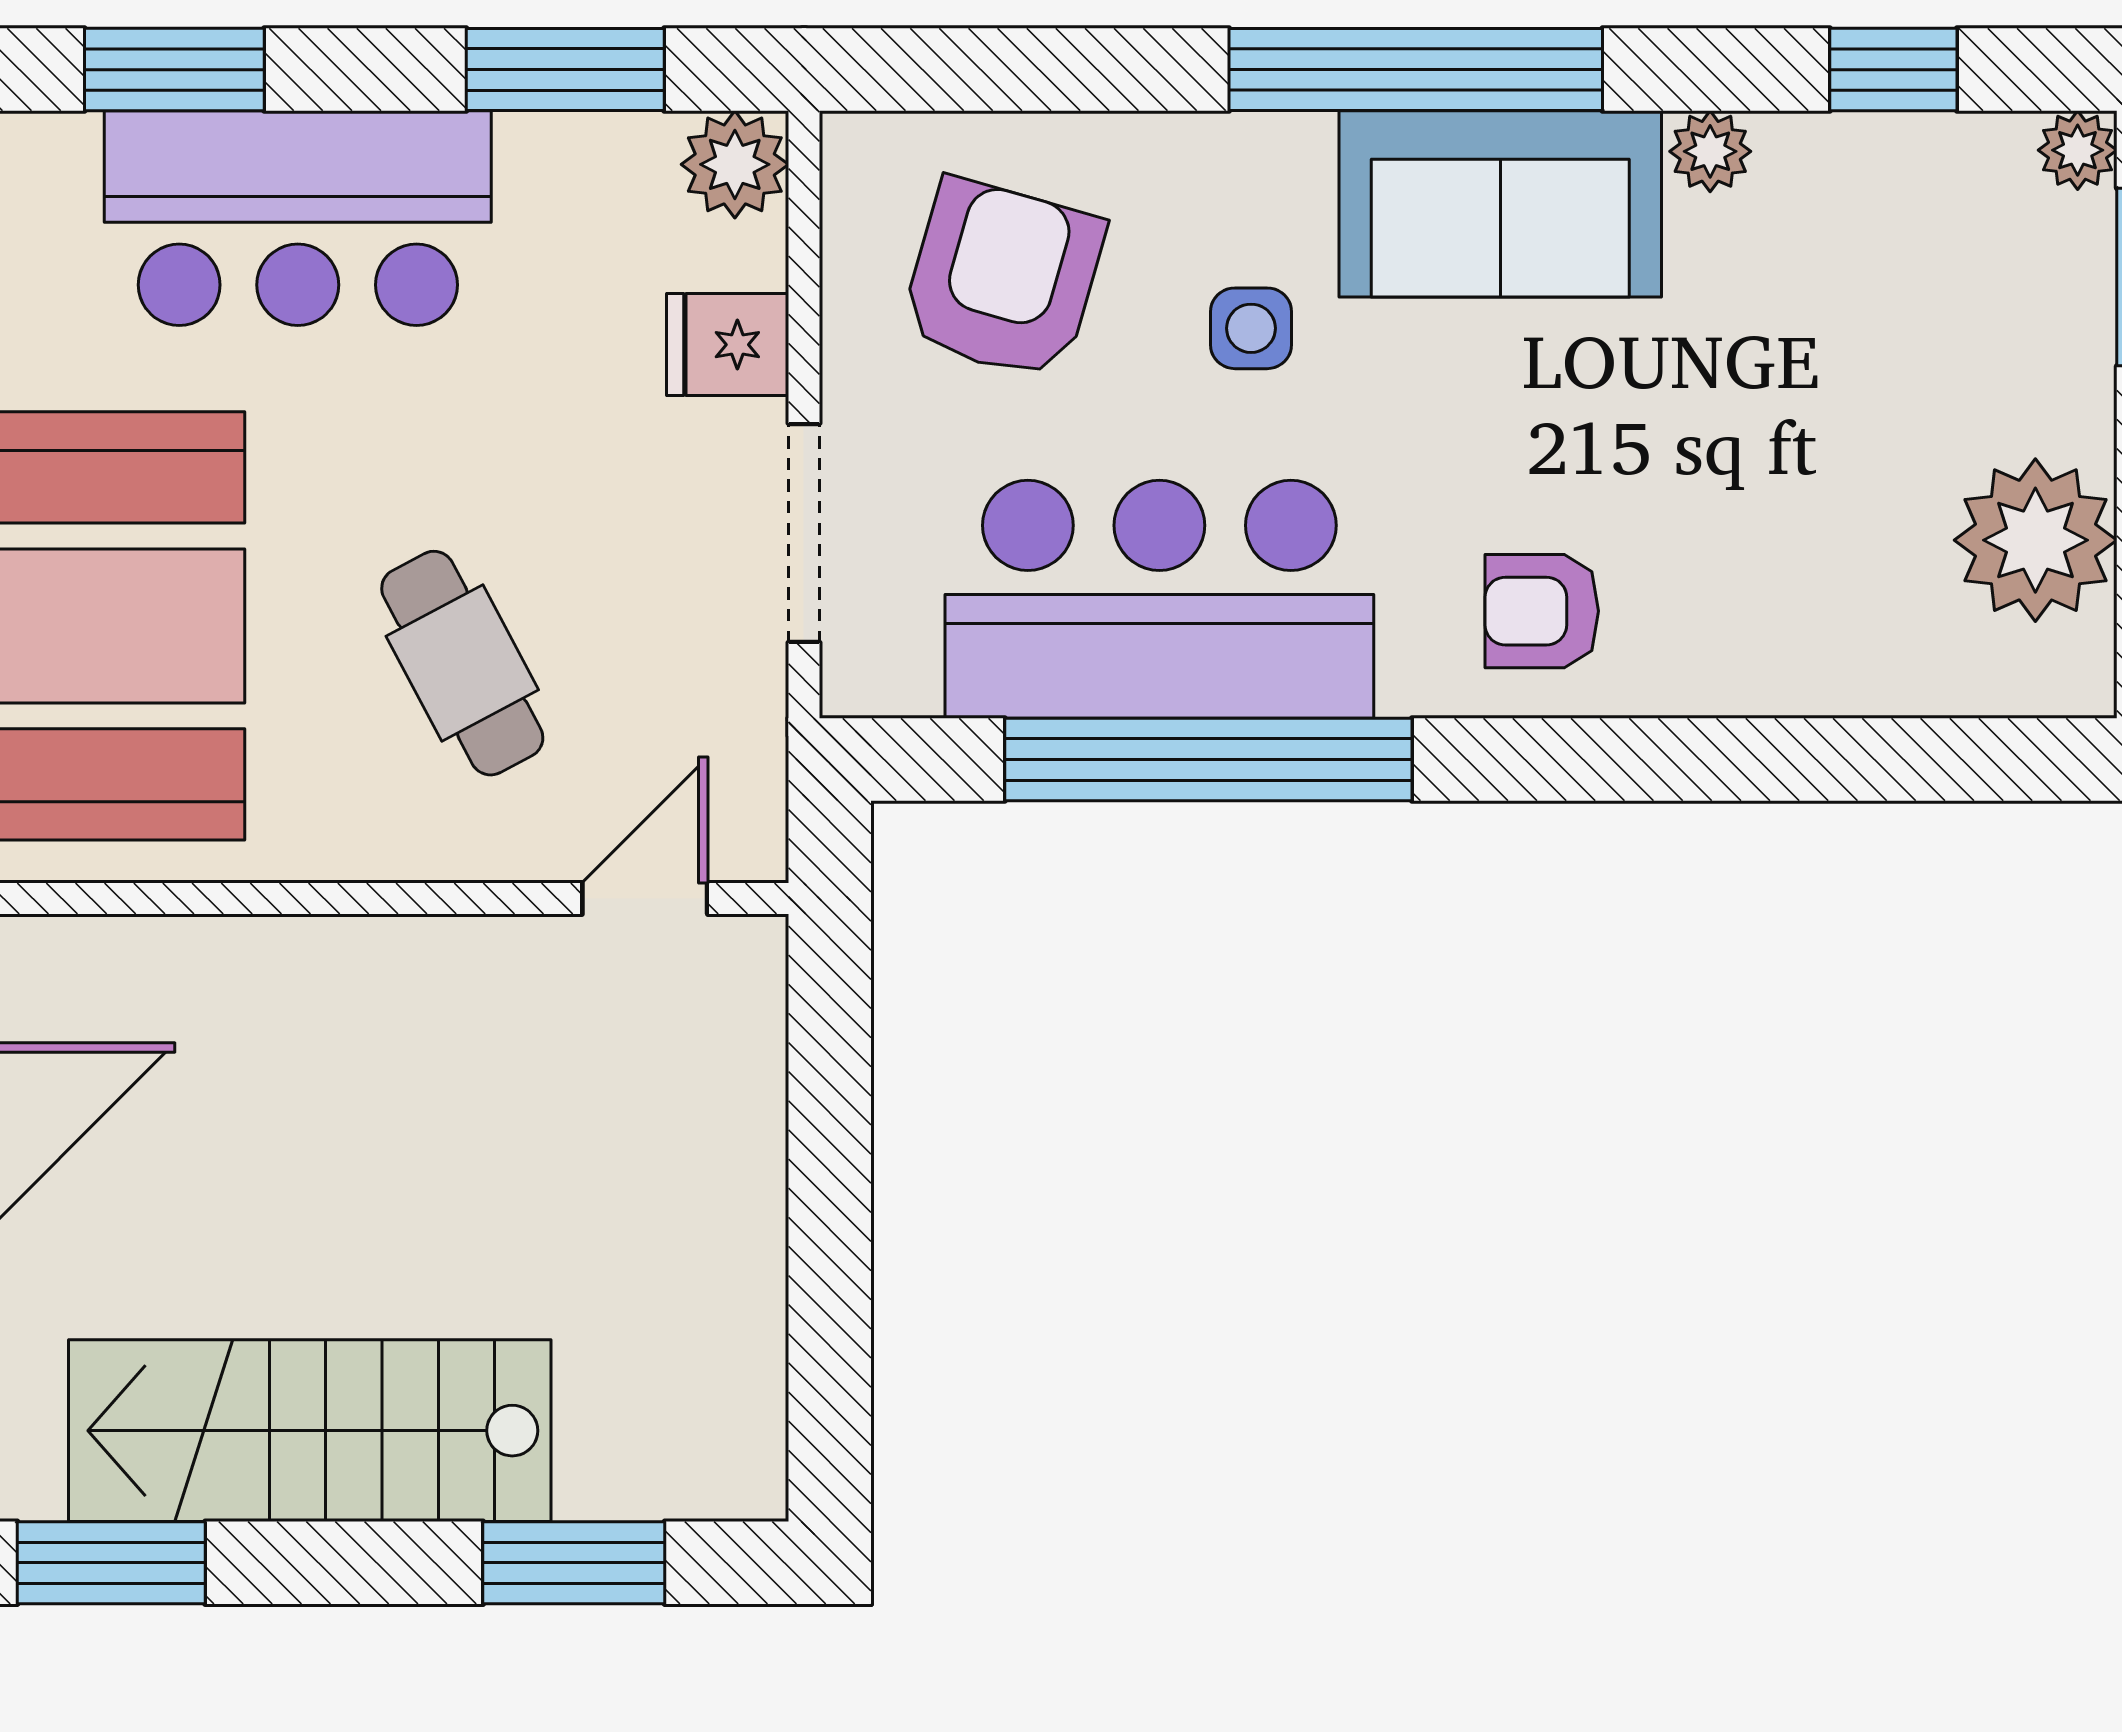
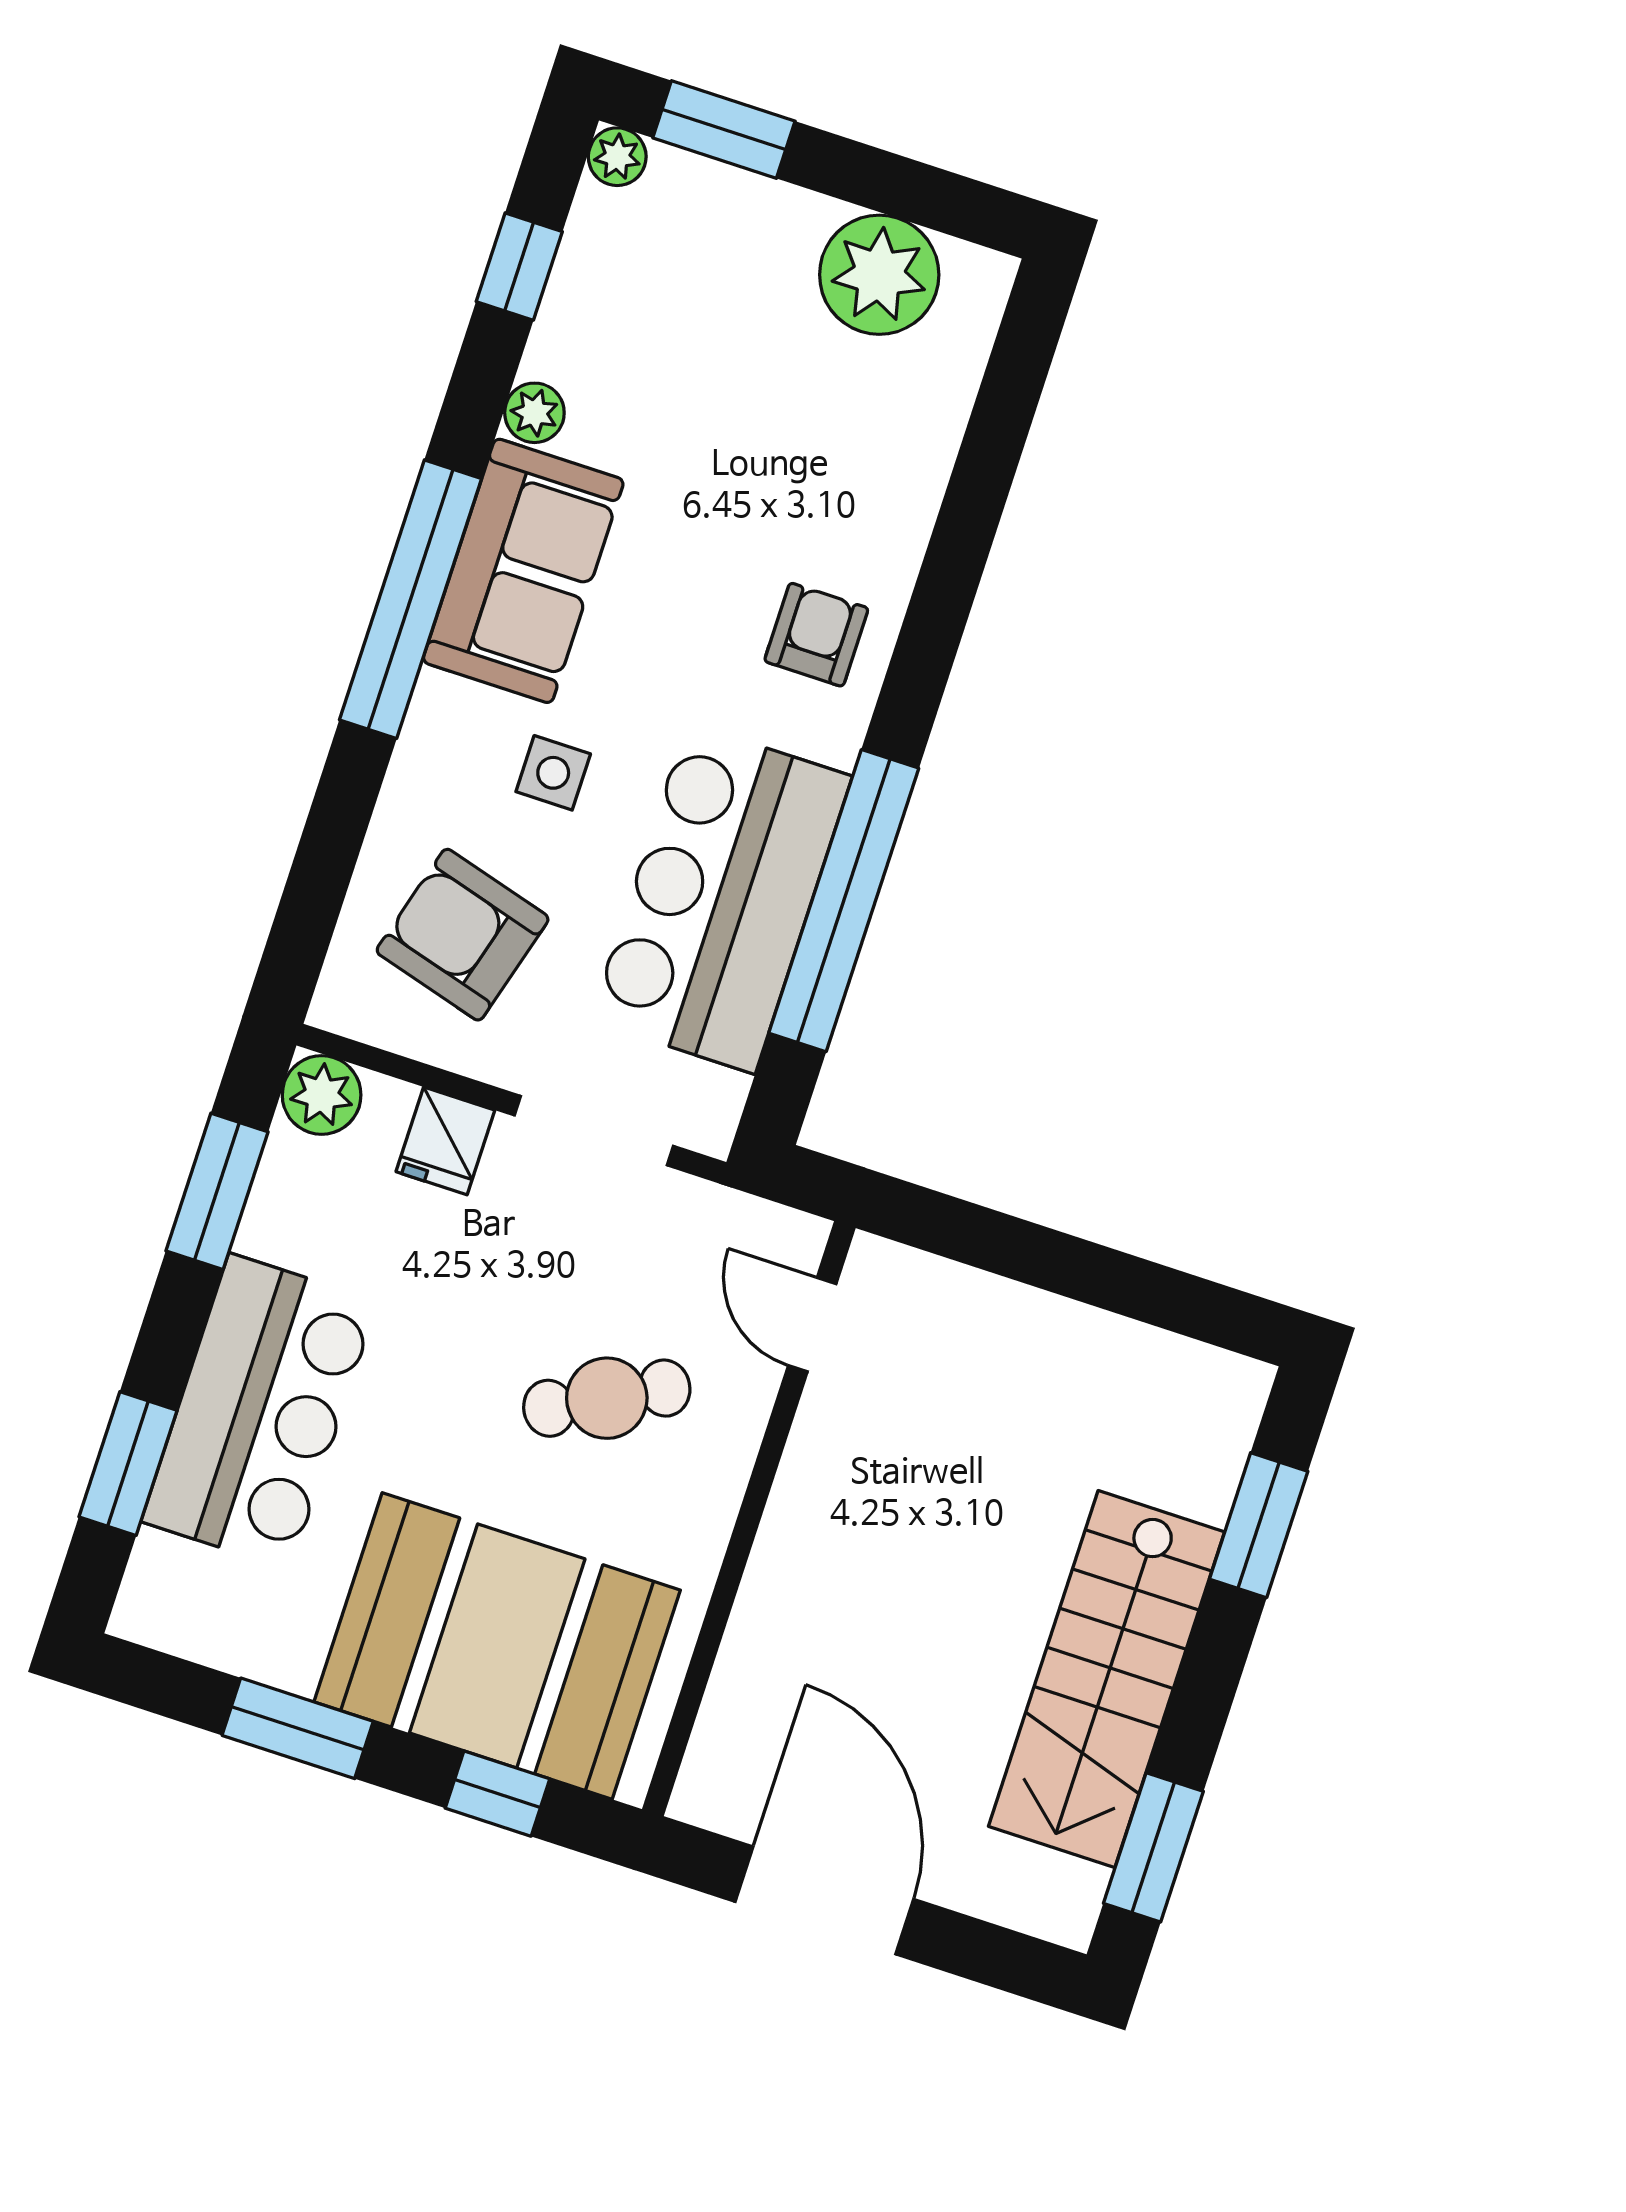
armchair: (1542, 611) -> (816, 635), turned 180

